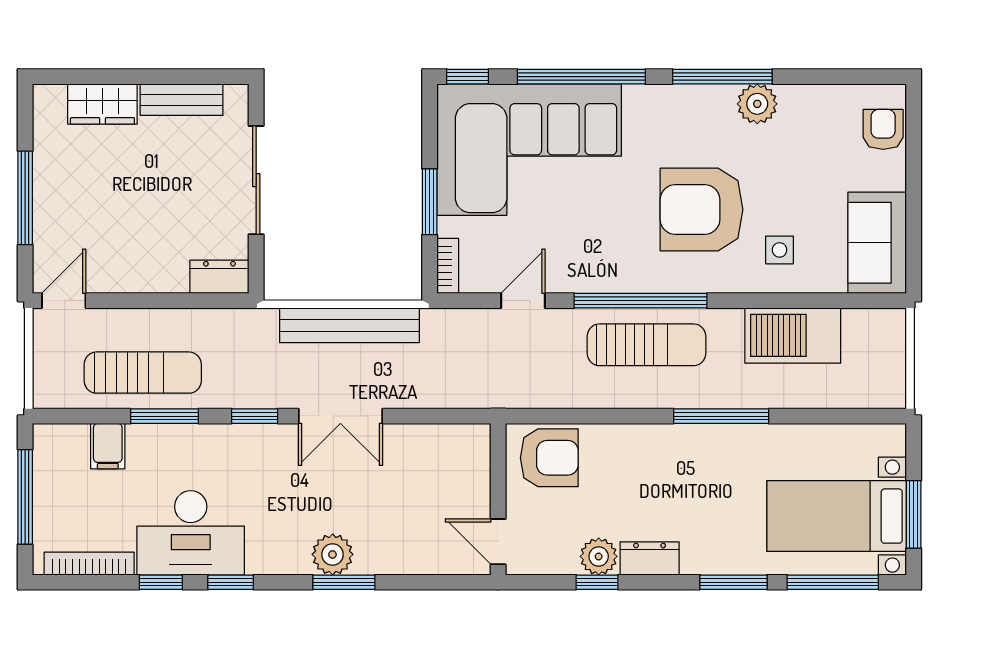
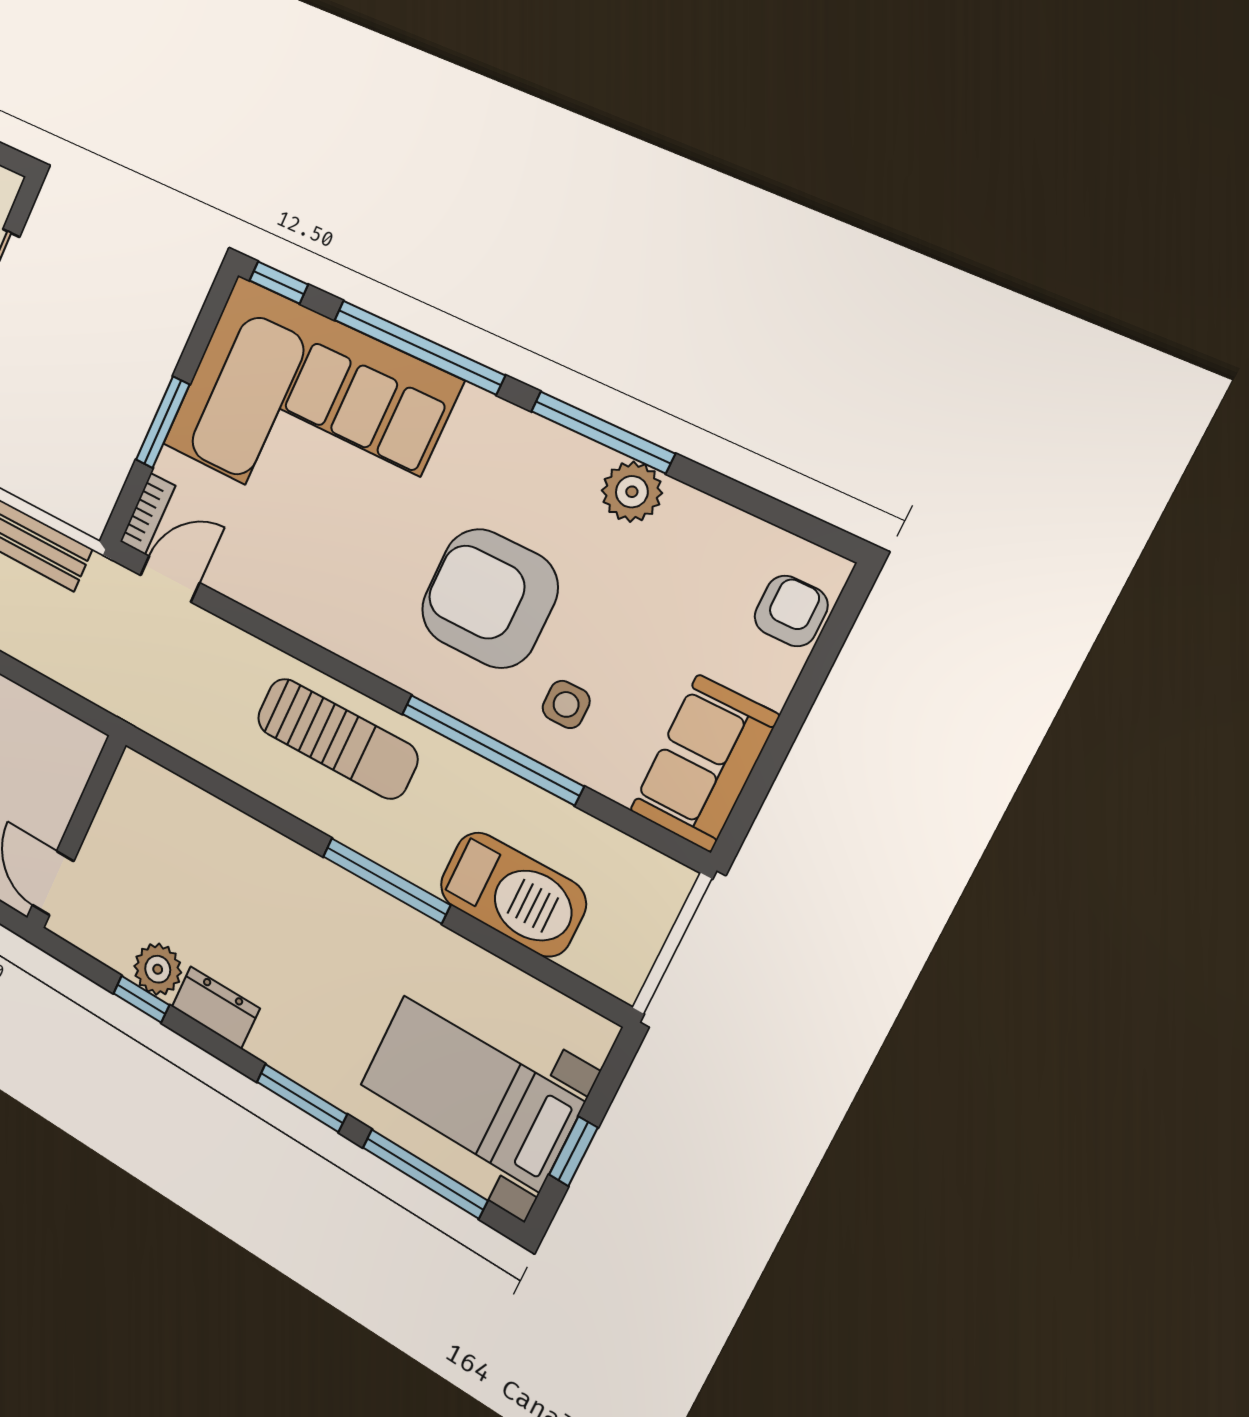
door: (523, 301) -> (170, 579), moved
window: (640, 301) -> (492, 750), moved
barbecue: (793, 335) -> (513, 894), moved, turned 180
armchair: (549, 458) -> (157, 815), removed
window: (914, 514) -> (573, 1151), width x0.67

